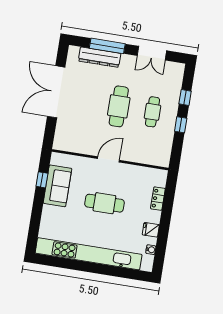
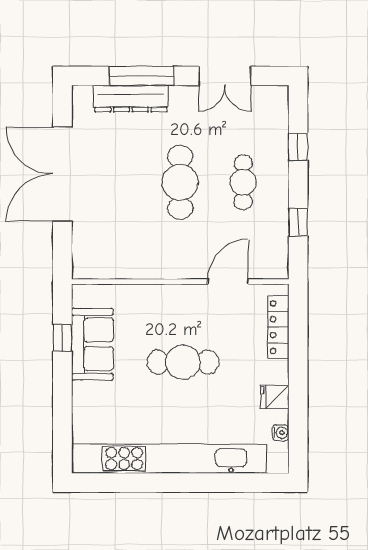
window: (181, 125) -> (298, 222), moved
door: (108, 159) -> (228, 282), moved
locker: (158, 199) -> (278, 327), width x1.53

